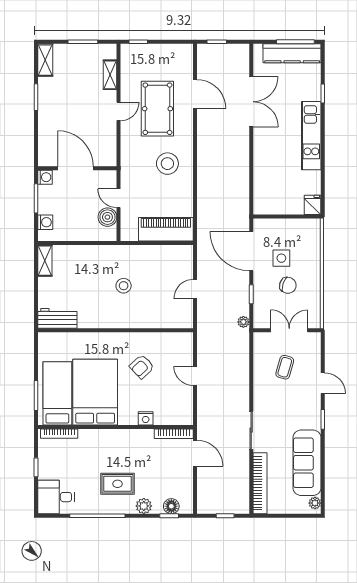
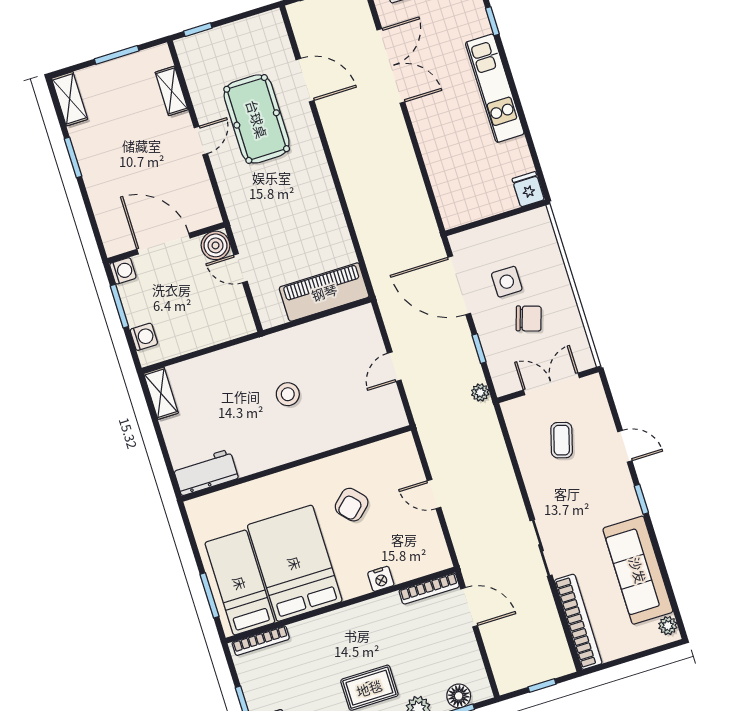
stool: (167, 164) -> (296, 195), removed
boiler: (107, 217) -> (216, 245), moved

